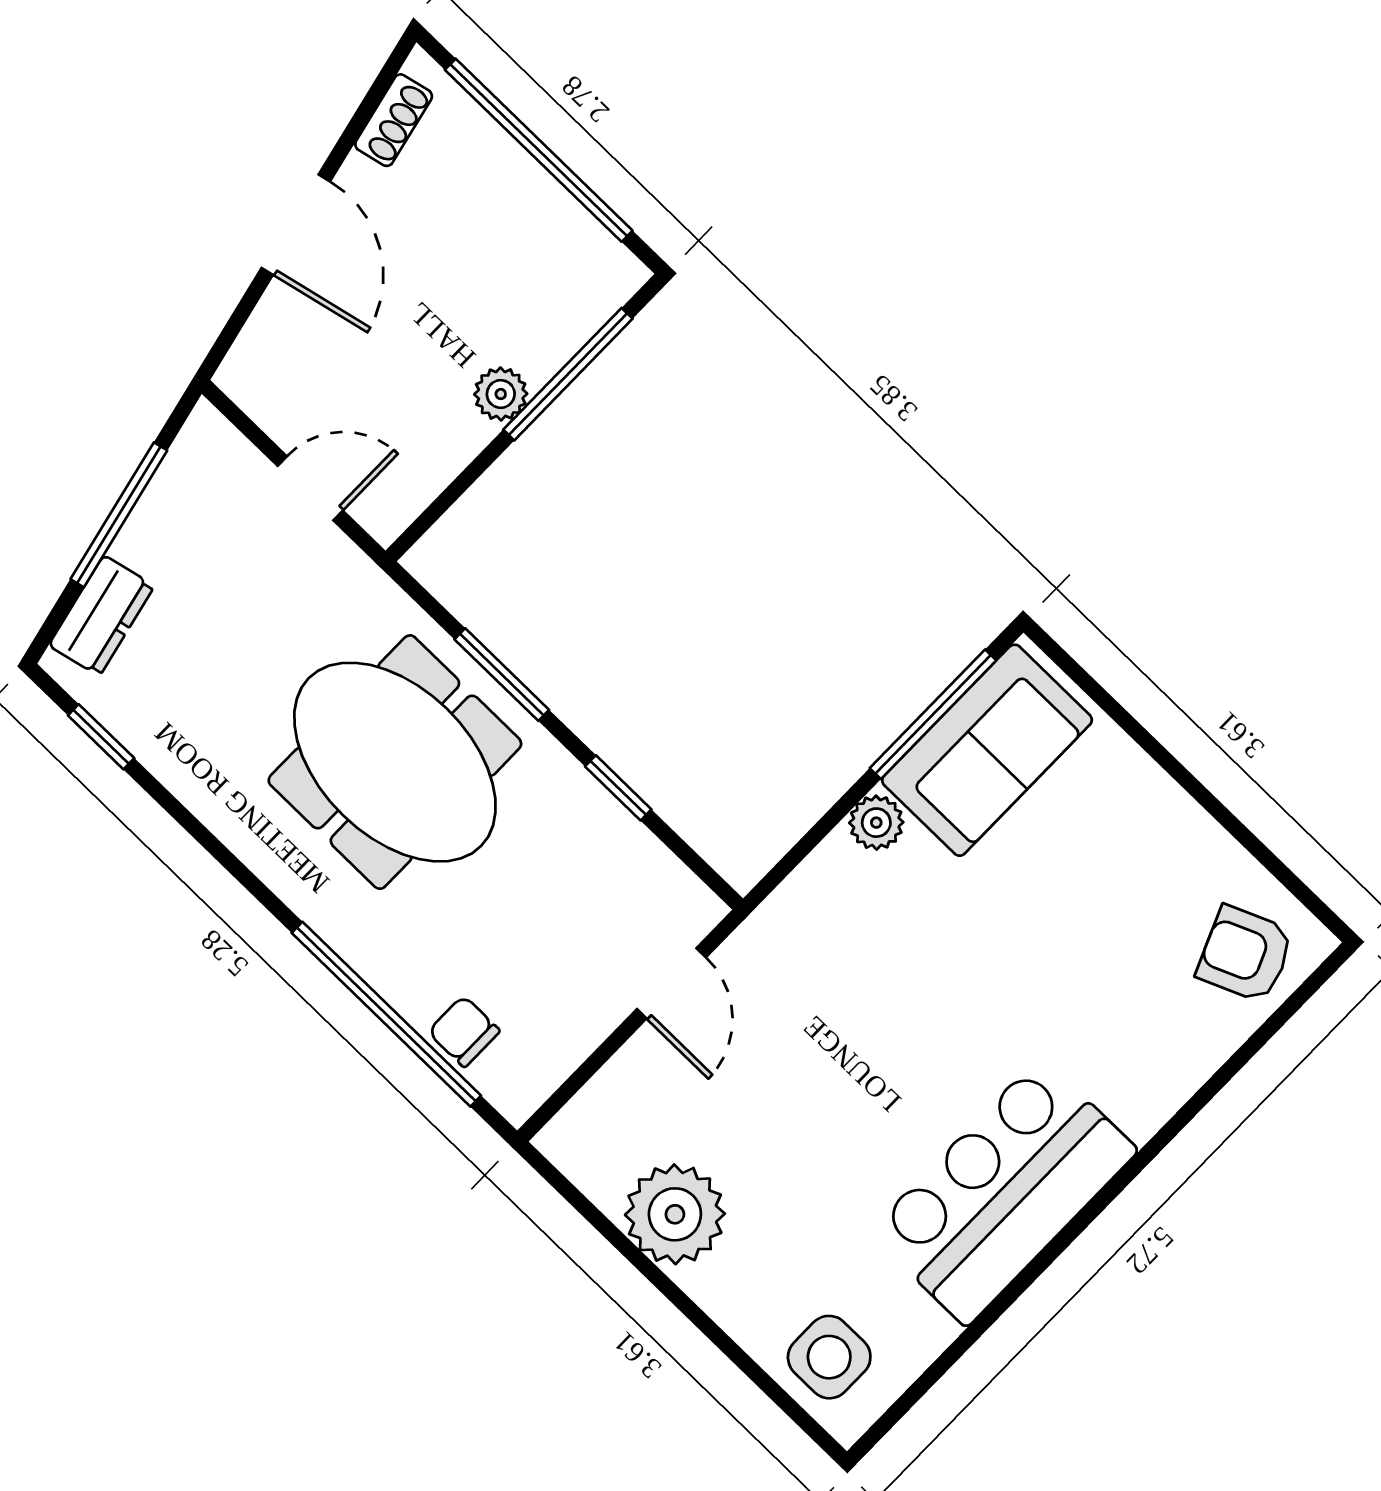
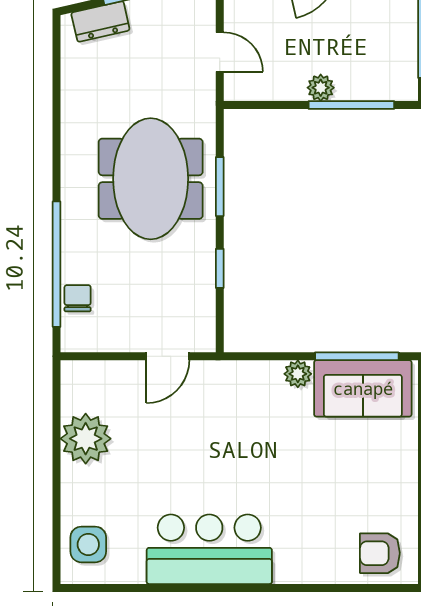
window: (101, 737) -> (57, 64), removed
armchair: (1245, 954) -> (380, 553), turned -67

